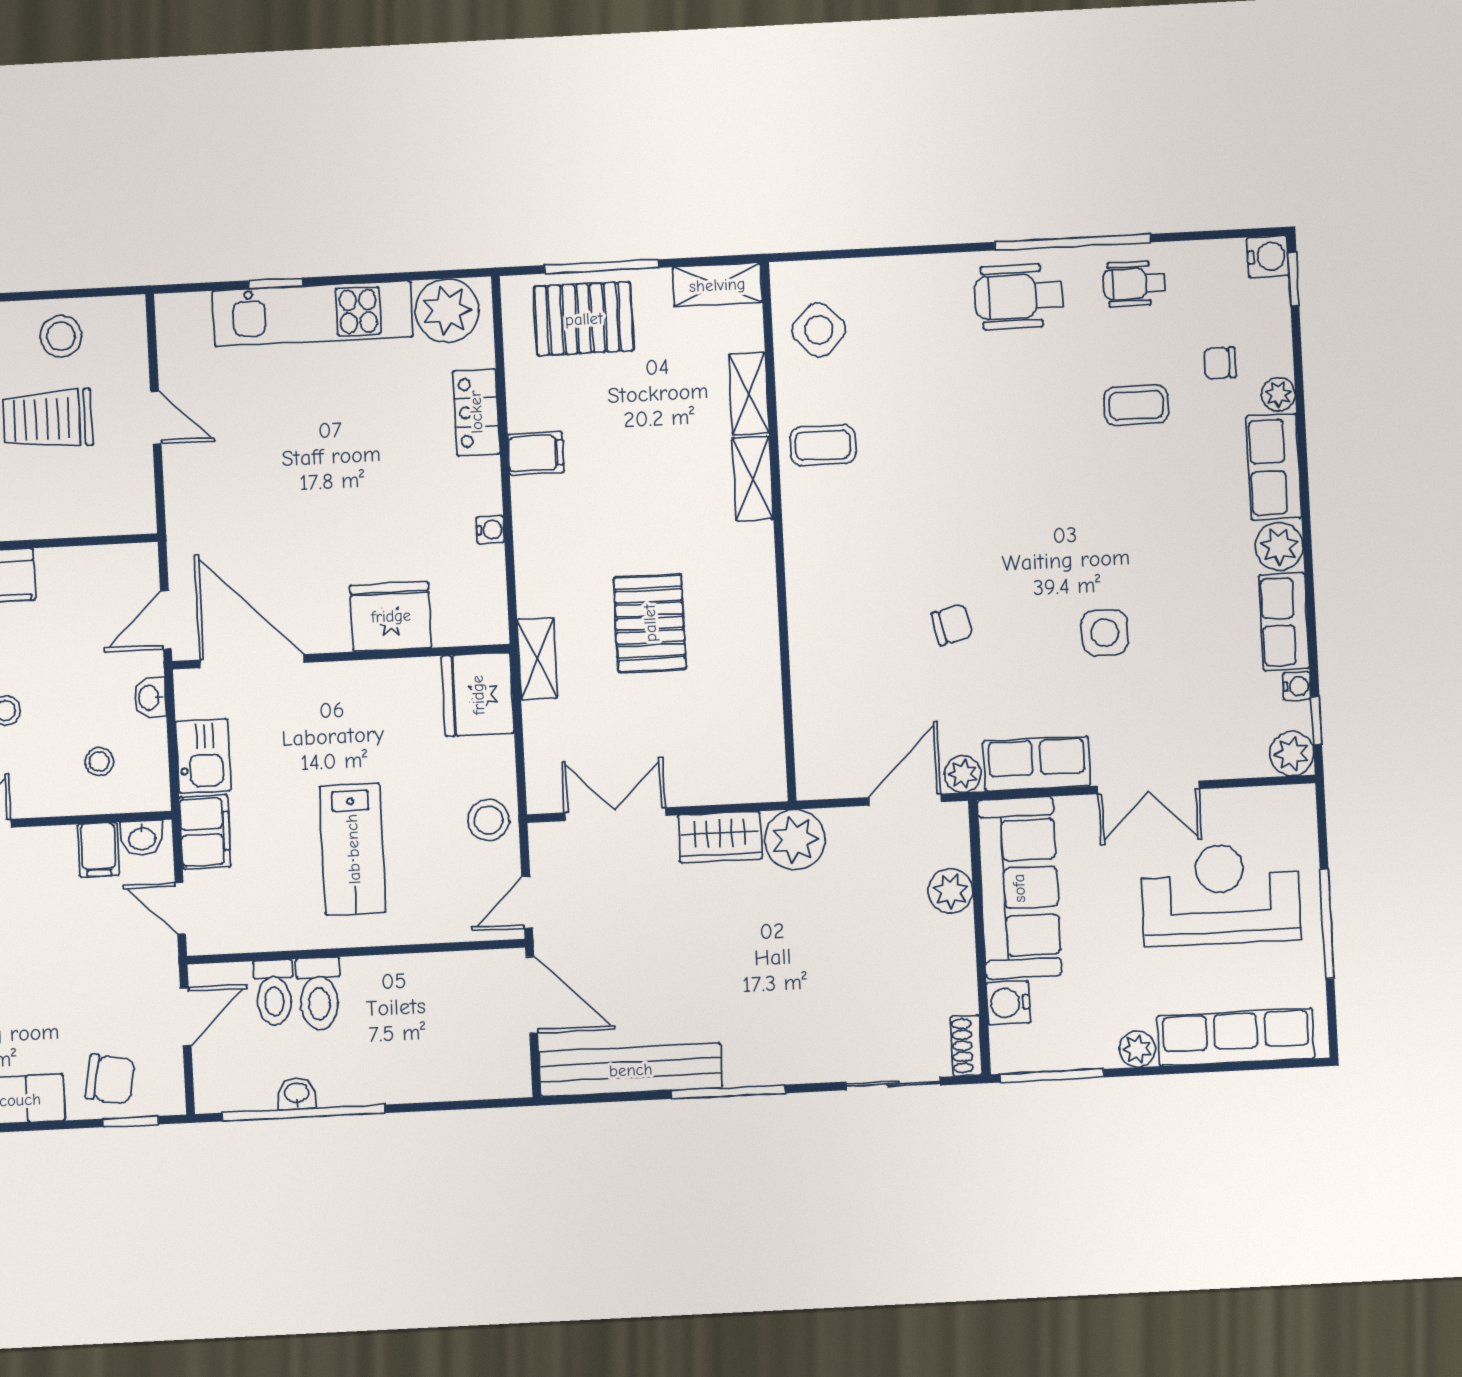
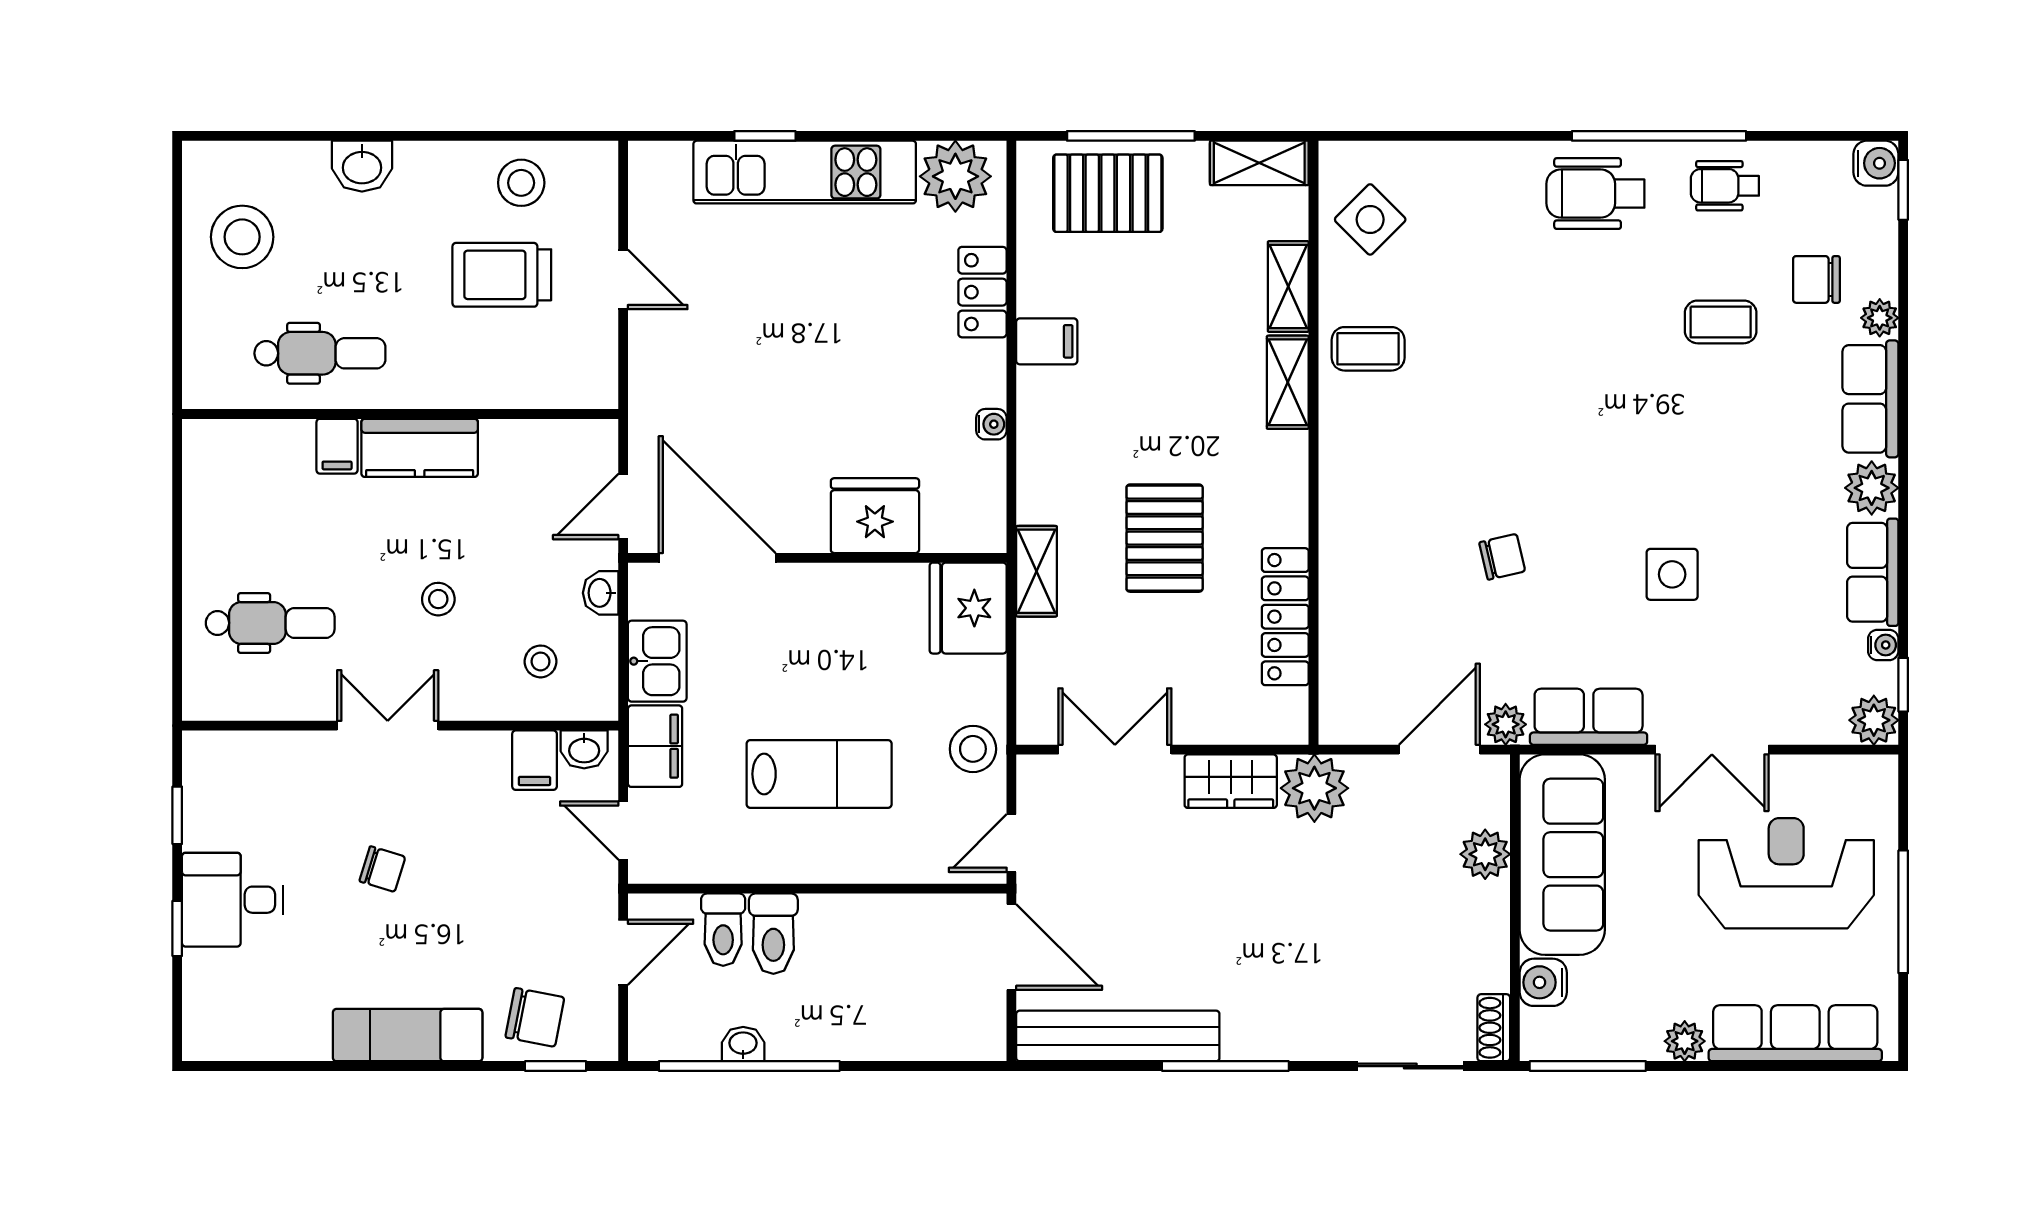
chair: (1220, 363) -> (1816, 279), width x1.37, depth x1.37
locker: (761, 688) -> (1285, 617), added
lab bench: (353, 849) -> (819, 774), turned -90

